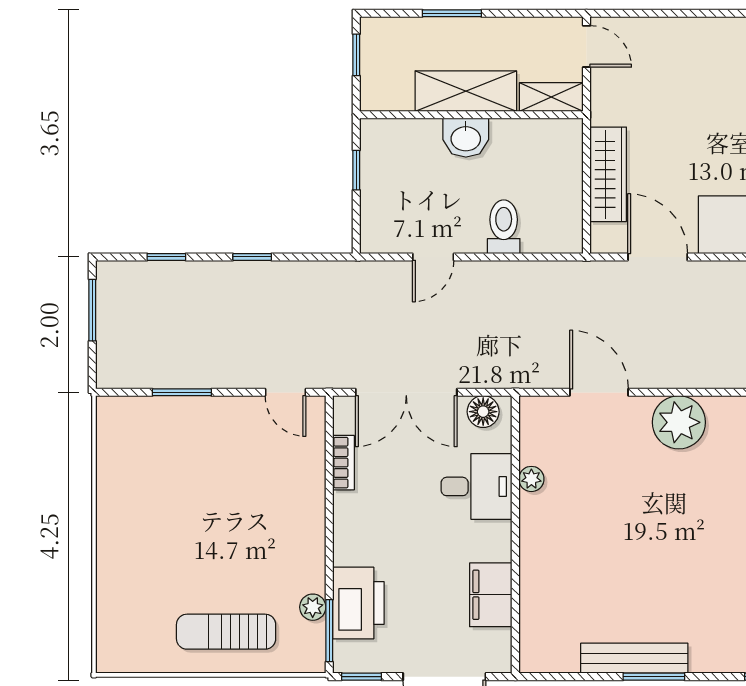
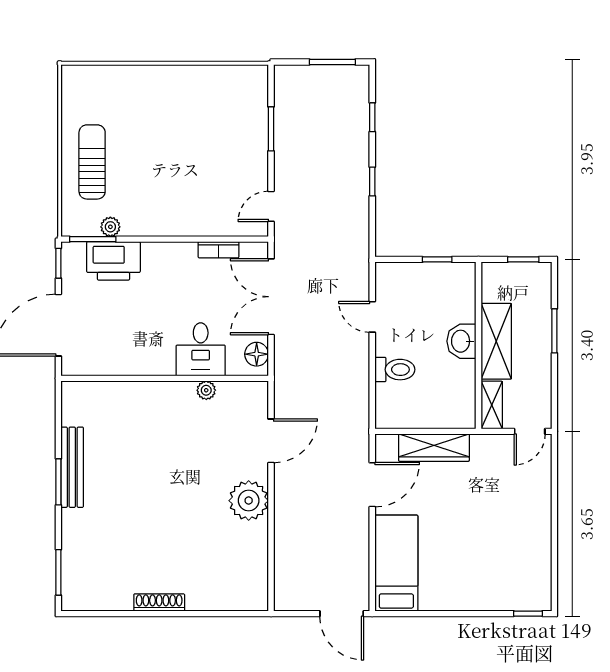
filing cabinet: (491, 595) -> (120, 360), removed

